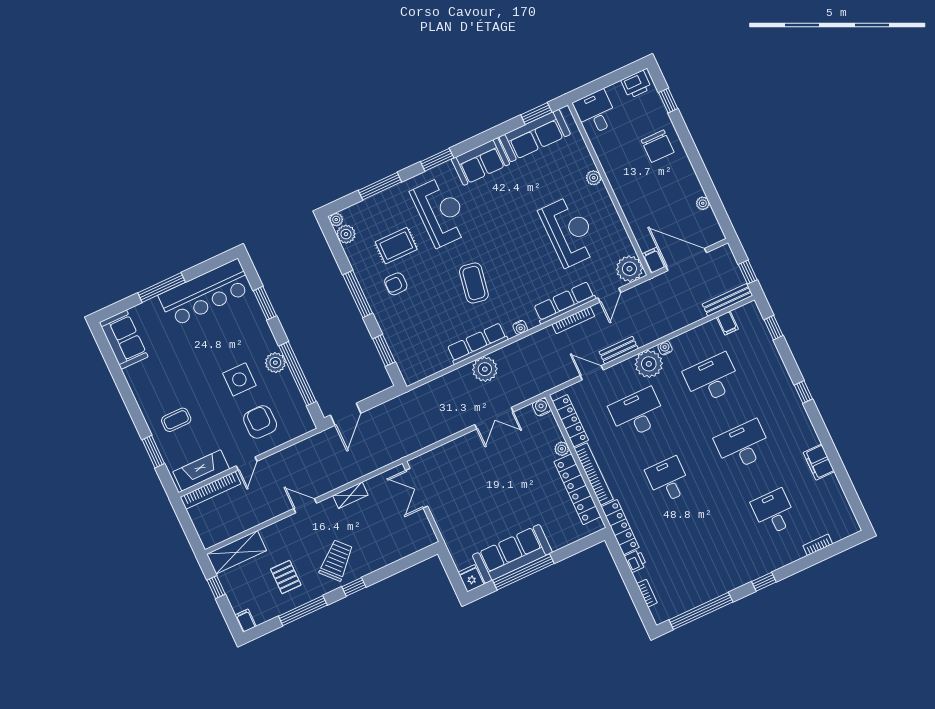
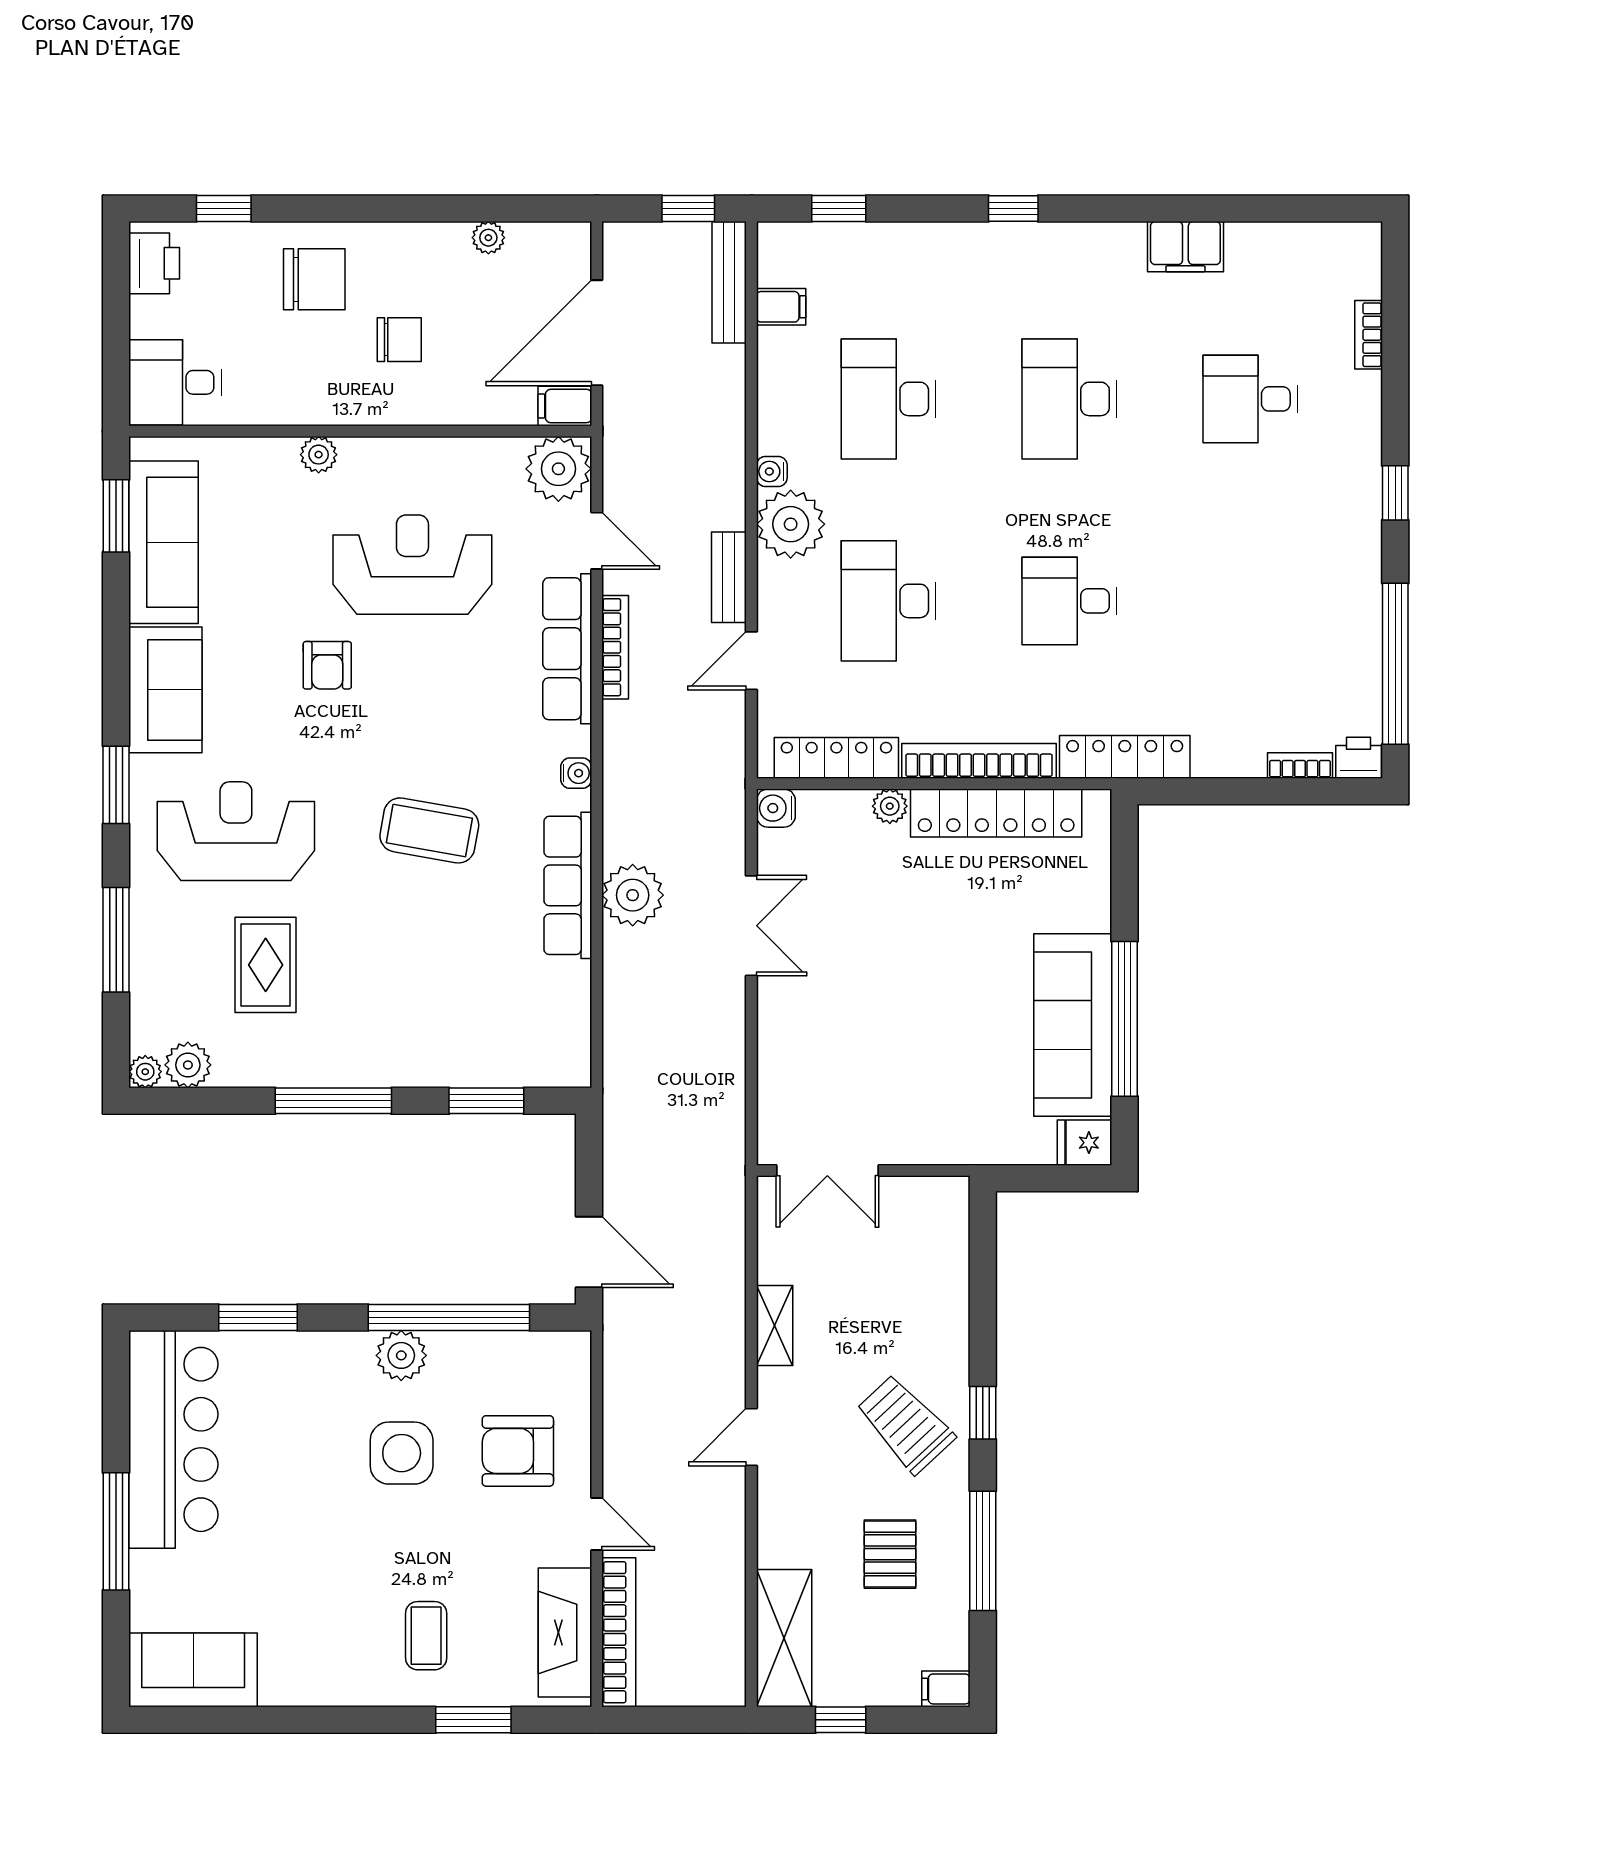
chair: (650, 188) -> (399, 340), added
armchair: (396, 284) -> (327, 665), moved
printer: (635, 561) -> (1359, 758), moved
pallet: (286, 577) -> (890, 1554), turned 90

